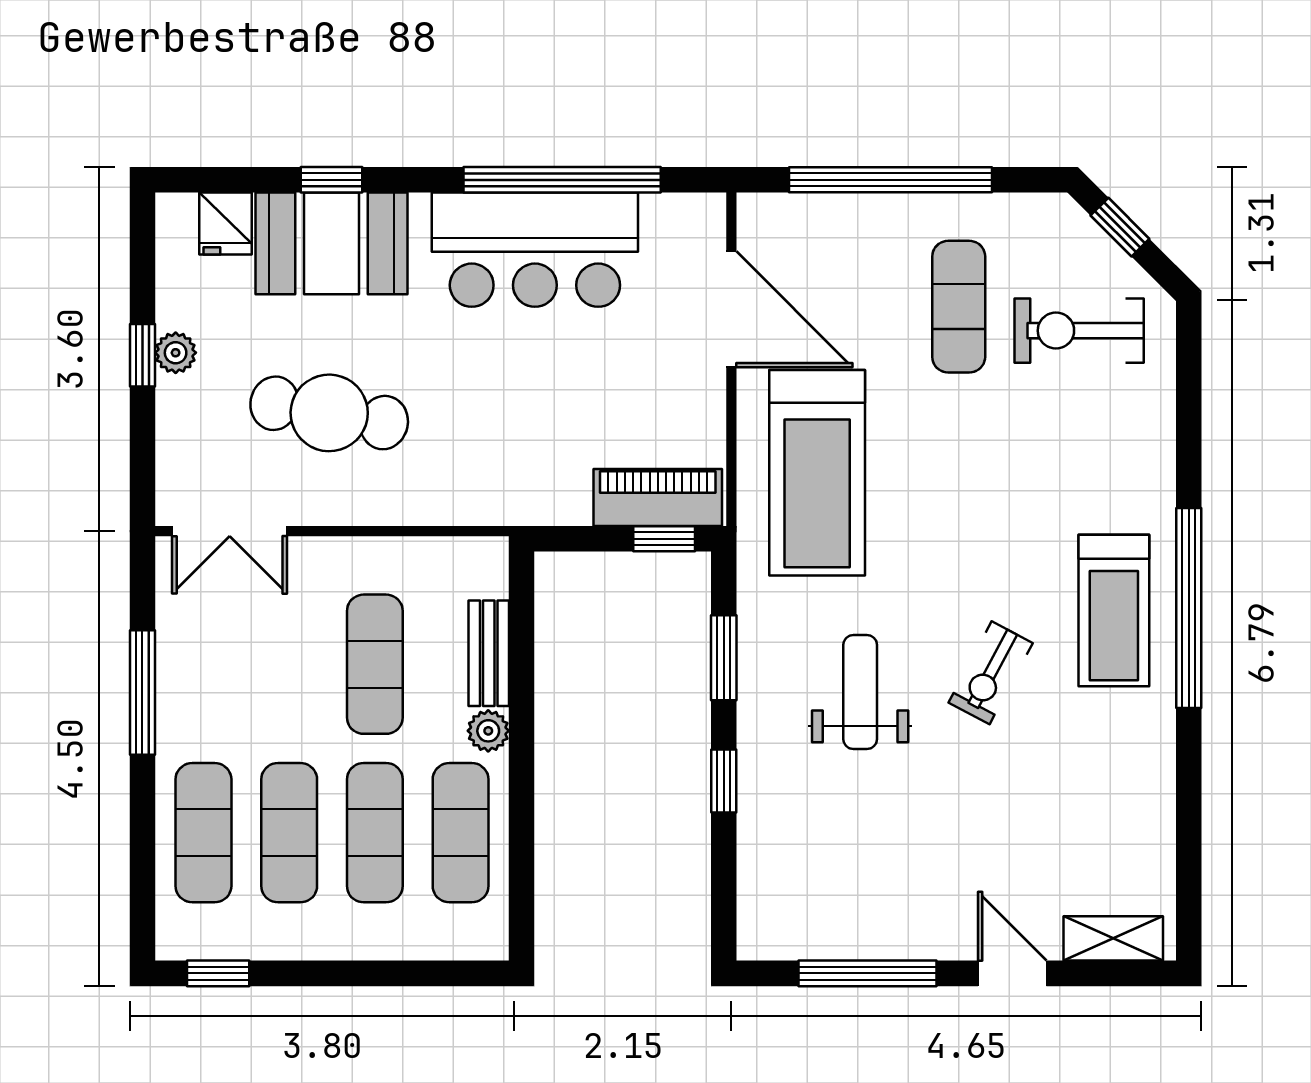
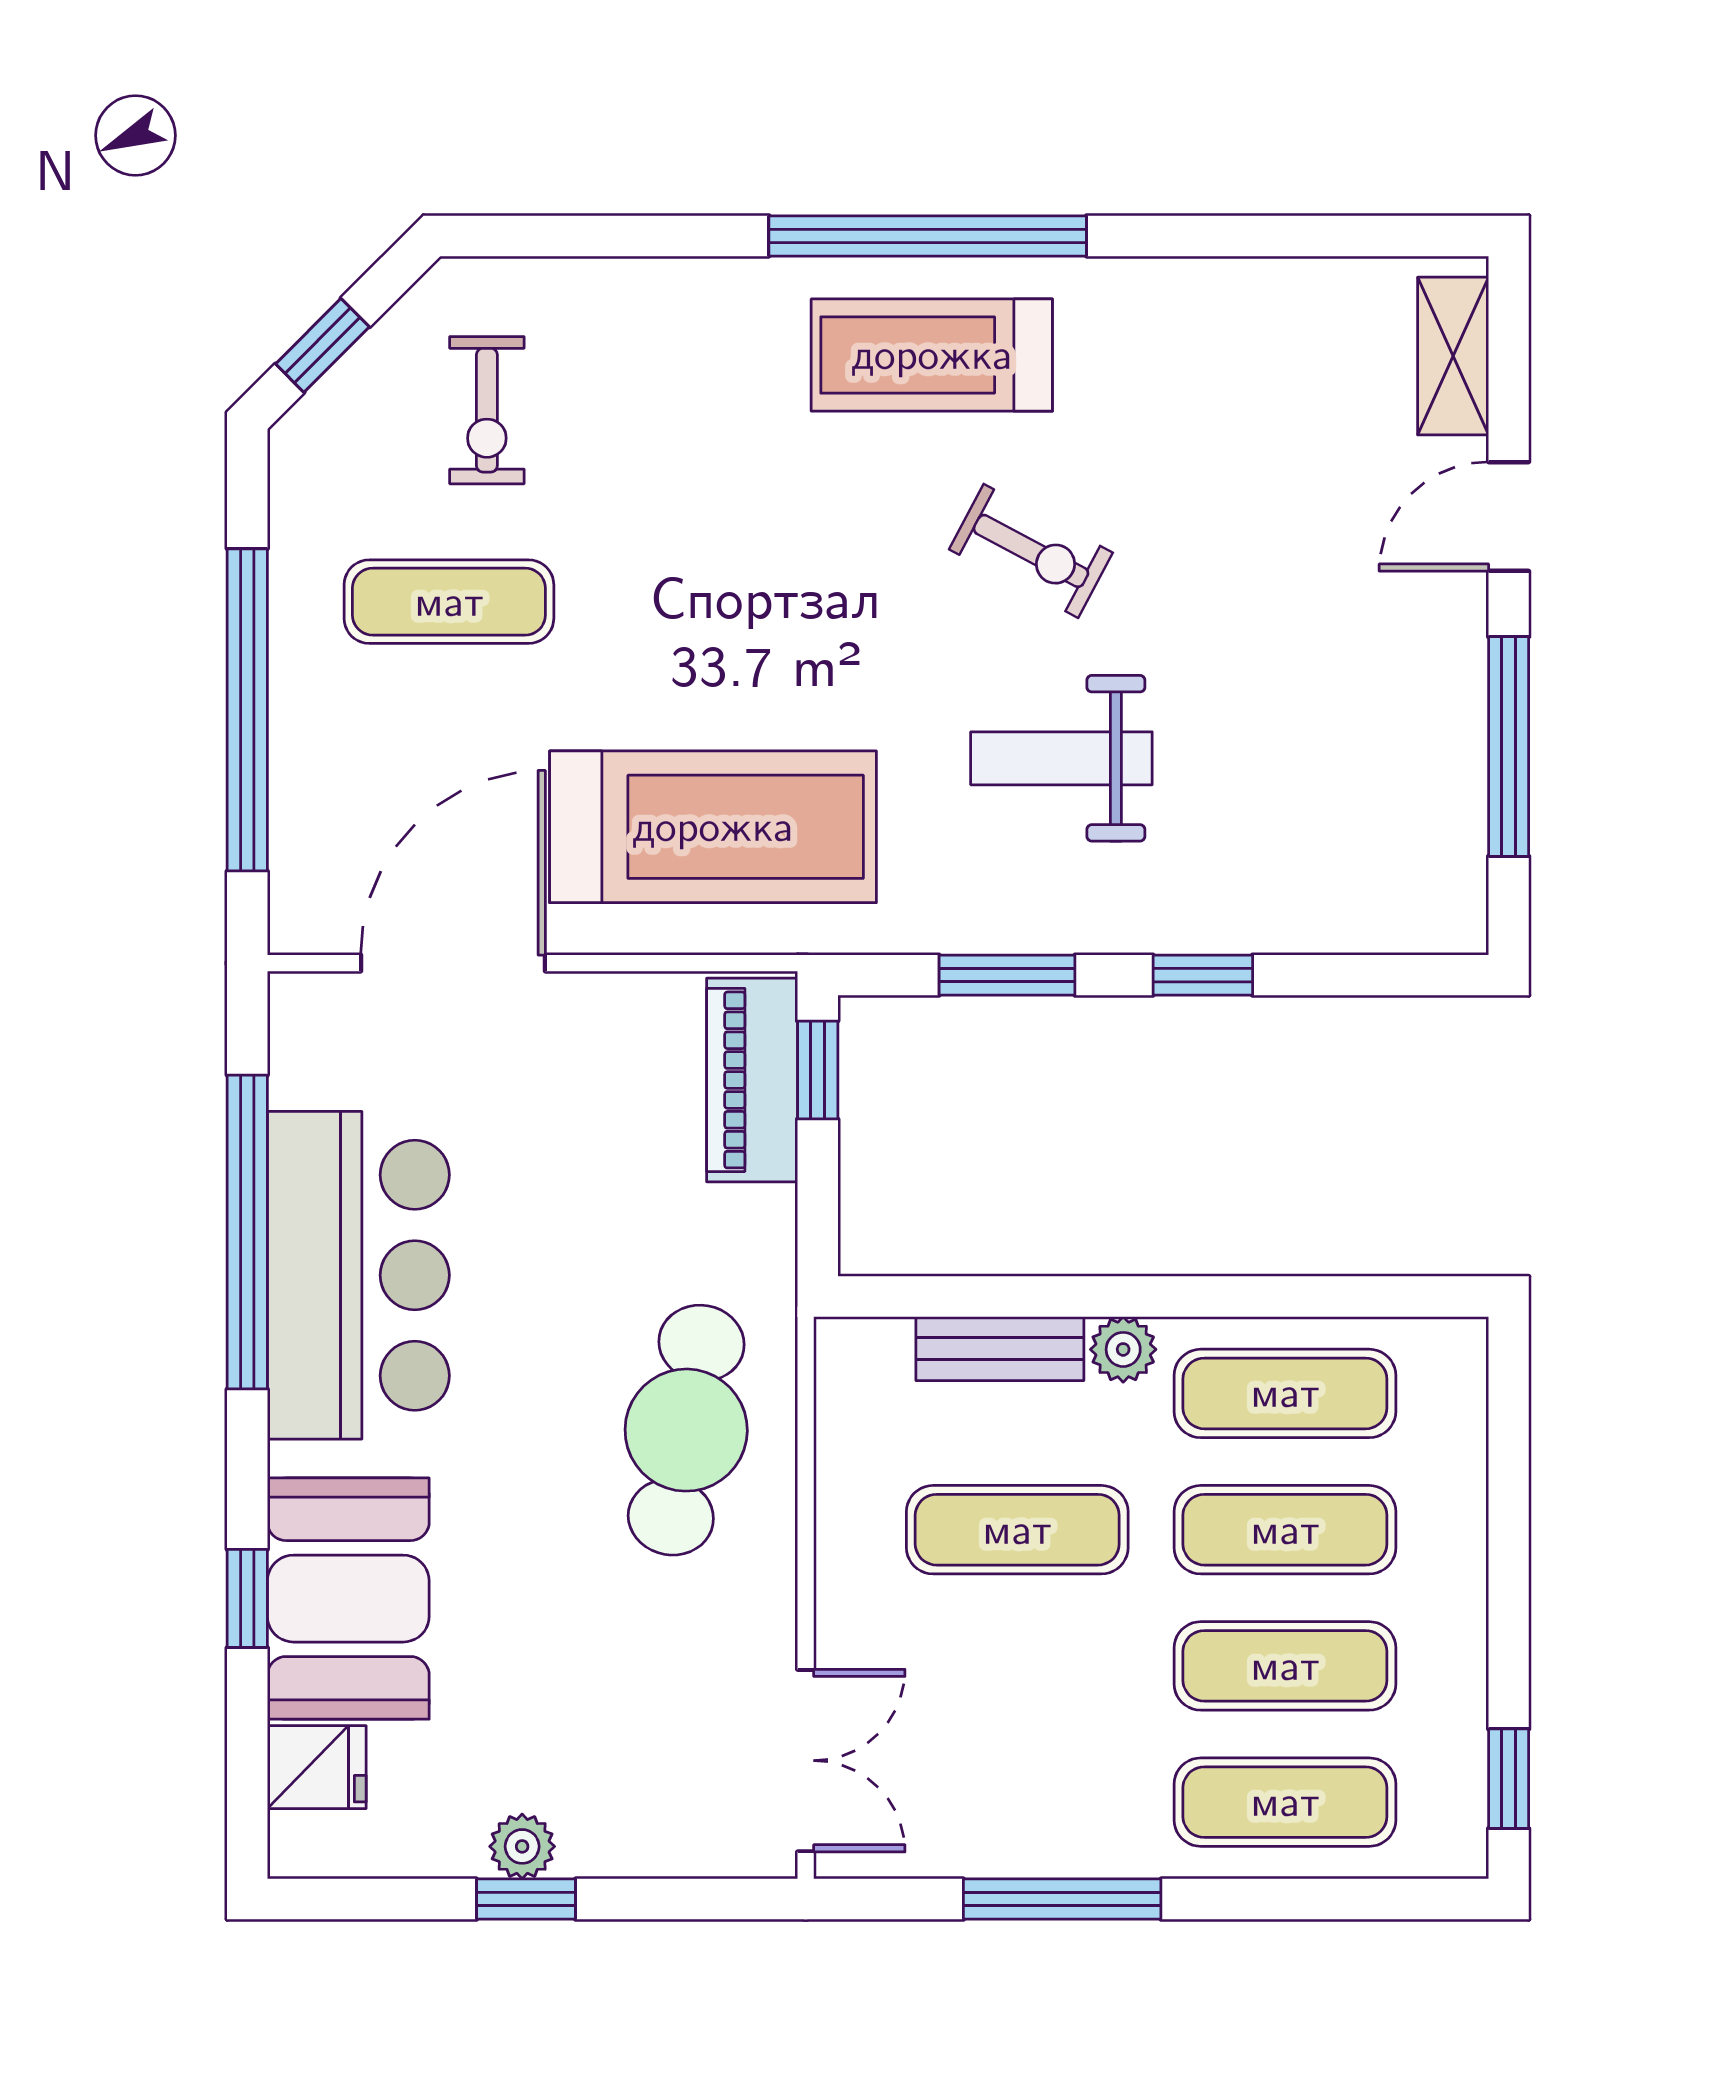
exercise bike: (1079, 331) -> (487, 410), width x0.73, depth x0.72
cafe table: (329, 413) -> (686, 1430), moved
treadmill: (1114, 610) -> (932, 355), turned 180

